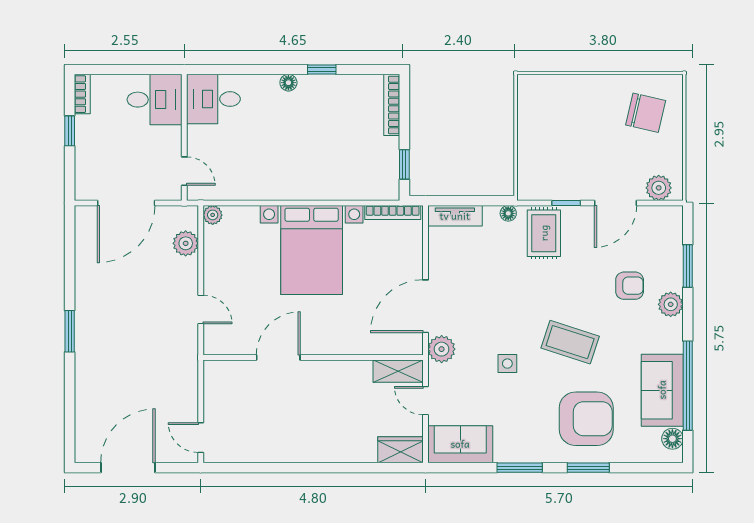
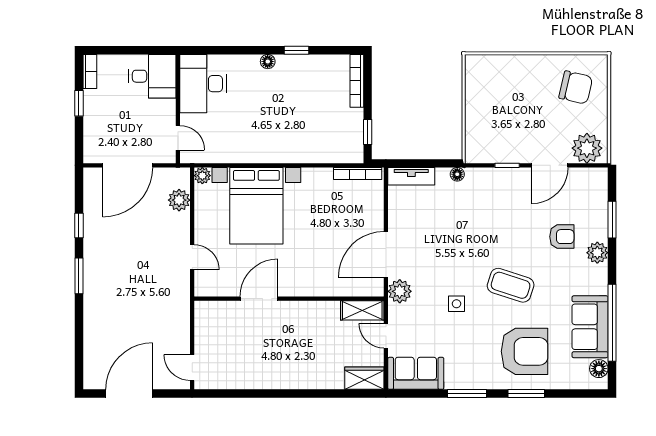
desk: (213, 99) -> (203, 84), width x1.37
plant: (659, 188) -> (587, 148), width x1.36, depth x1.36
rug: (544, 233) -> (488, 191), removed
bed with nightstands: (312, 250) -> (256, 206), moved
window: (70, 273) -> (79, 226), added

